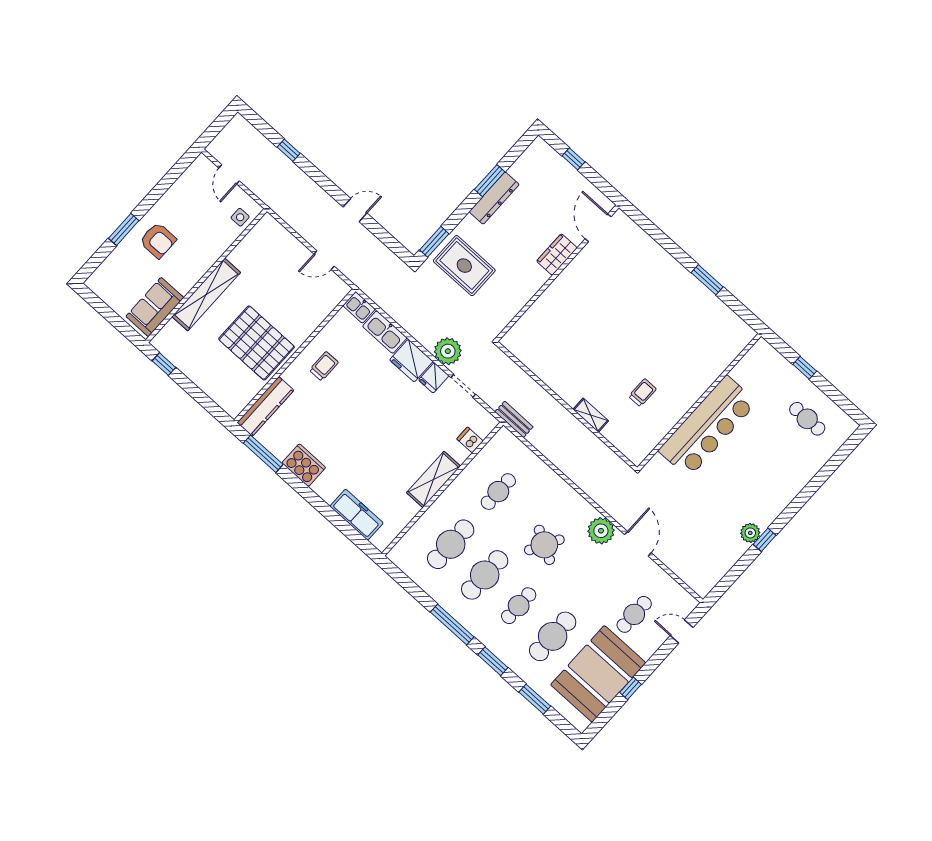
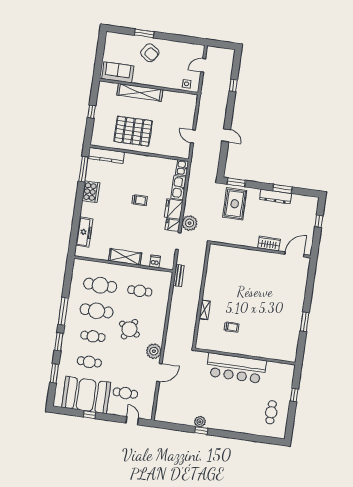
armchair: (158, 240) -> (150, 53), turned -56
pallet: (257, 343) -> (133, 131), turned 90
window: (164, 364) -> (92, 112), moved
trolley: (324, 366) -> (139, 200), moved
cafe table: (553, 636) -> (89, 362), width x0.73, depth x0.74

